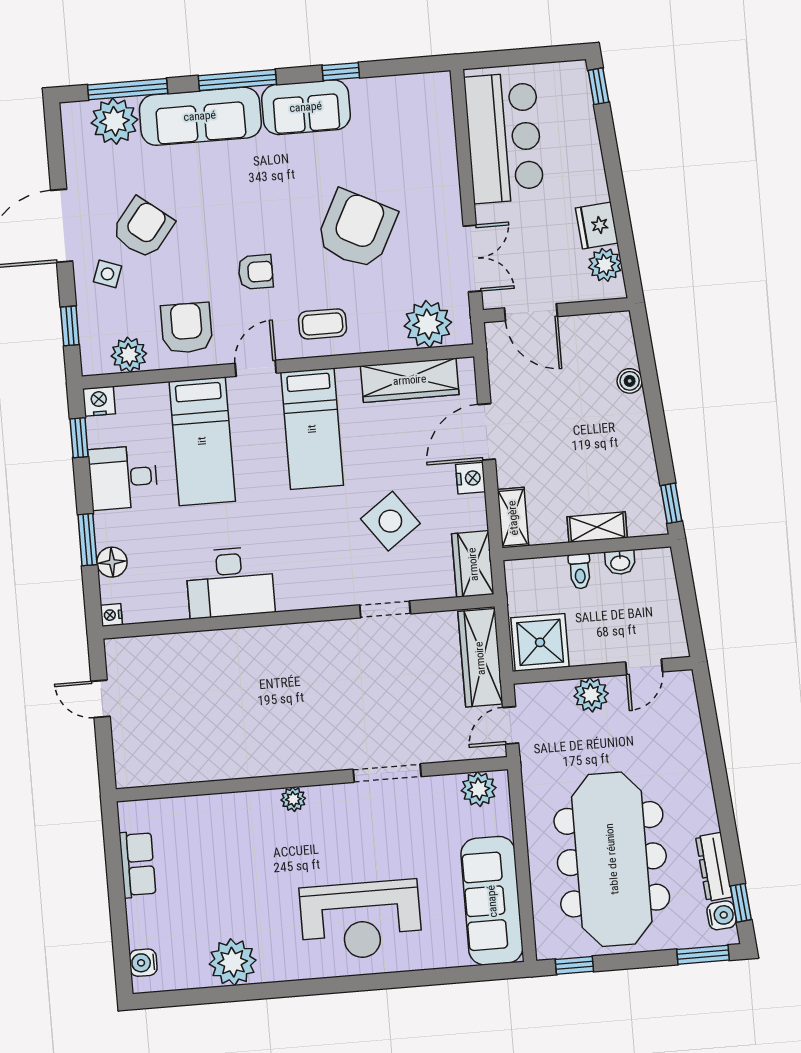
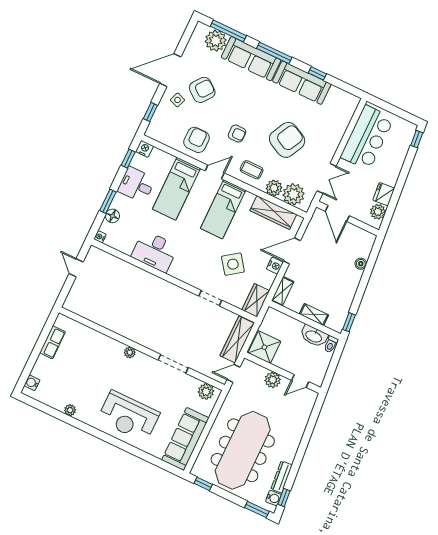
sofa: (306, 107) -> (302, 83), width x1.36
plant: (129, 355) -> (274, 188), moved
washbasin: (620, 562) -> (314, 336), width x1.91, depth x1.45
toilet: (580, 571) -> (331, 344), moved
plant: (233, 962) -> (70, 410), width x0.53, depth x0.53

